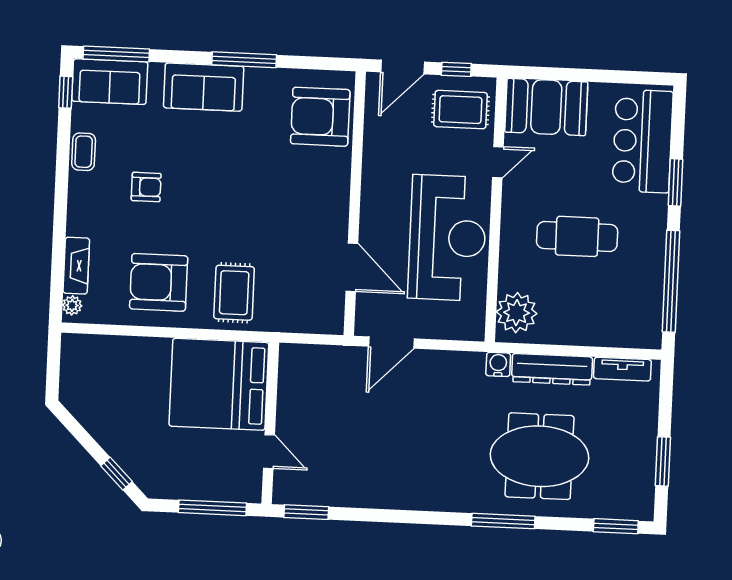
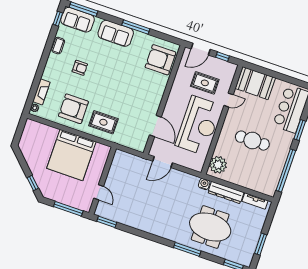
rug: (460, 110) -> (205, 83), moved
rug: (234, 293) -> (103, 122), turned 90
bed: (219, 384) -> (71, 155), moved, turned -90

